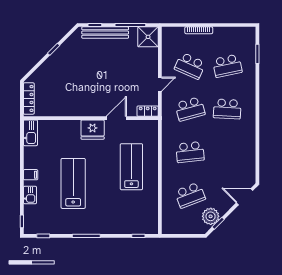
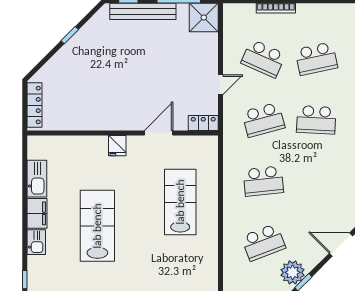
fridge: (93, 130) -> (117, 146), width x0.53, depth x0.75
kitchen sink: (30, 133) -> (37, 179), moved
filing cabinet: (31, 175) -> (37, 213), width x2.00

